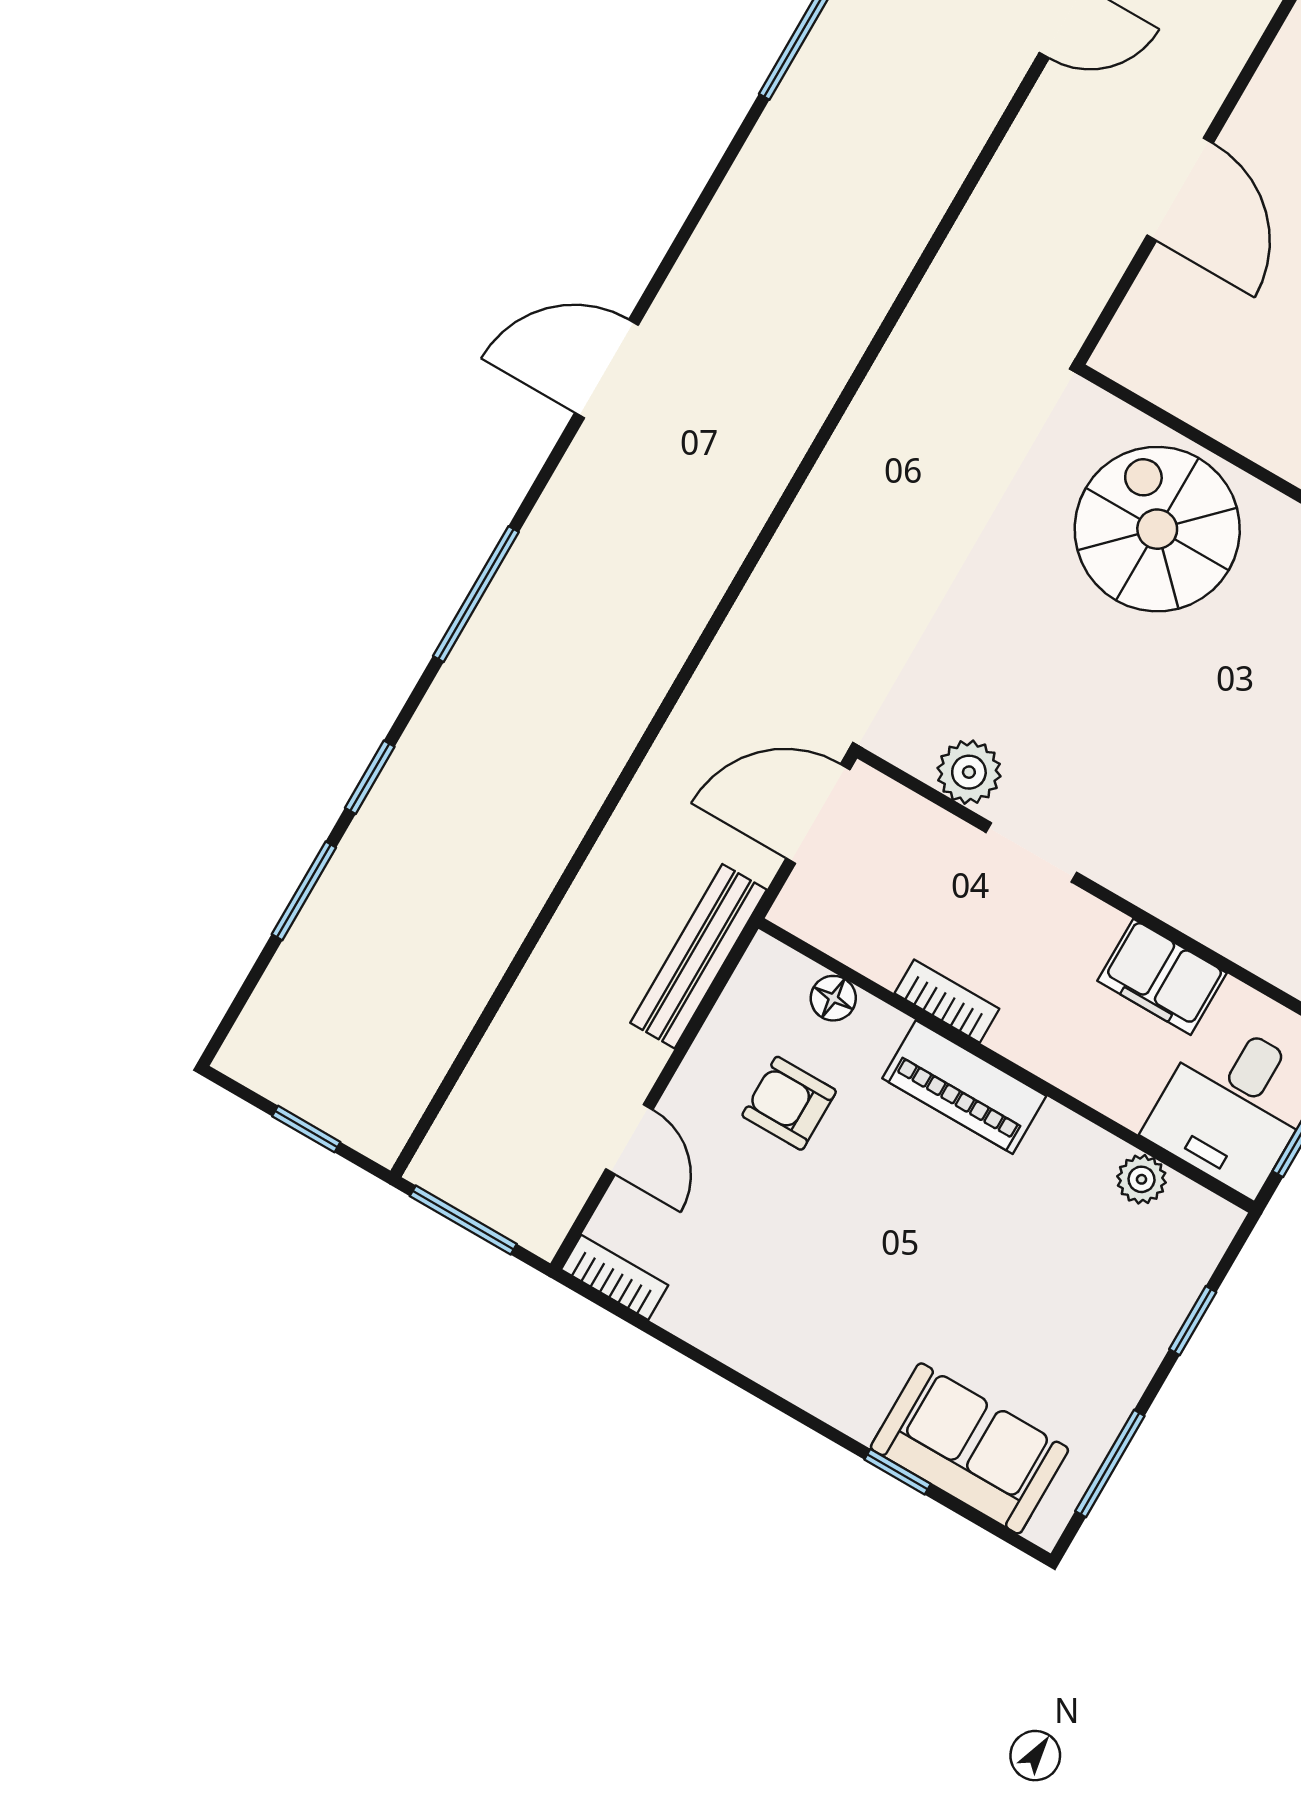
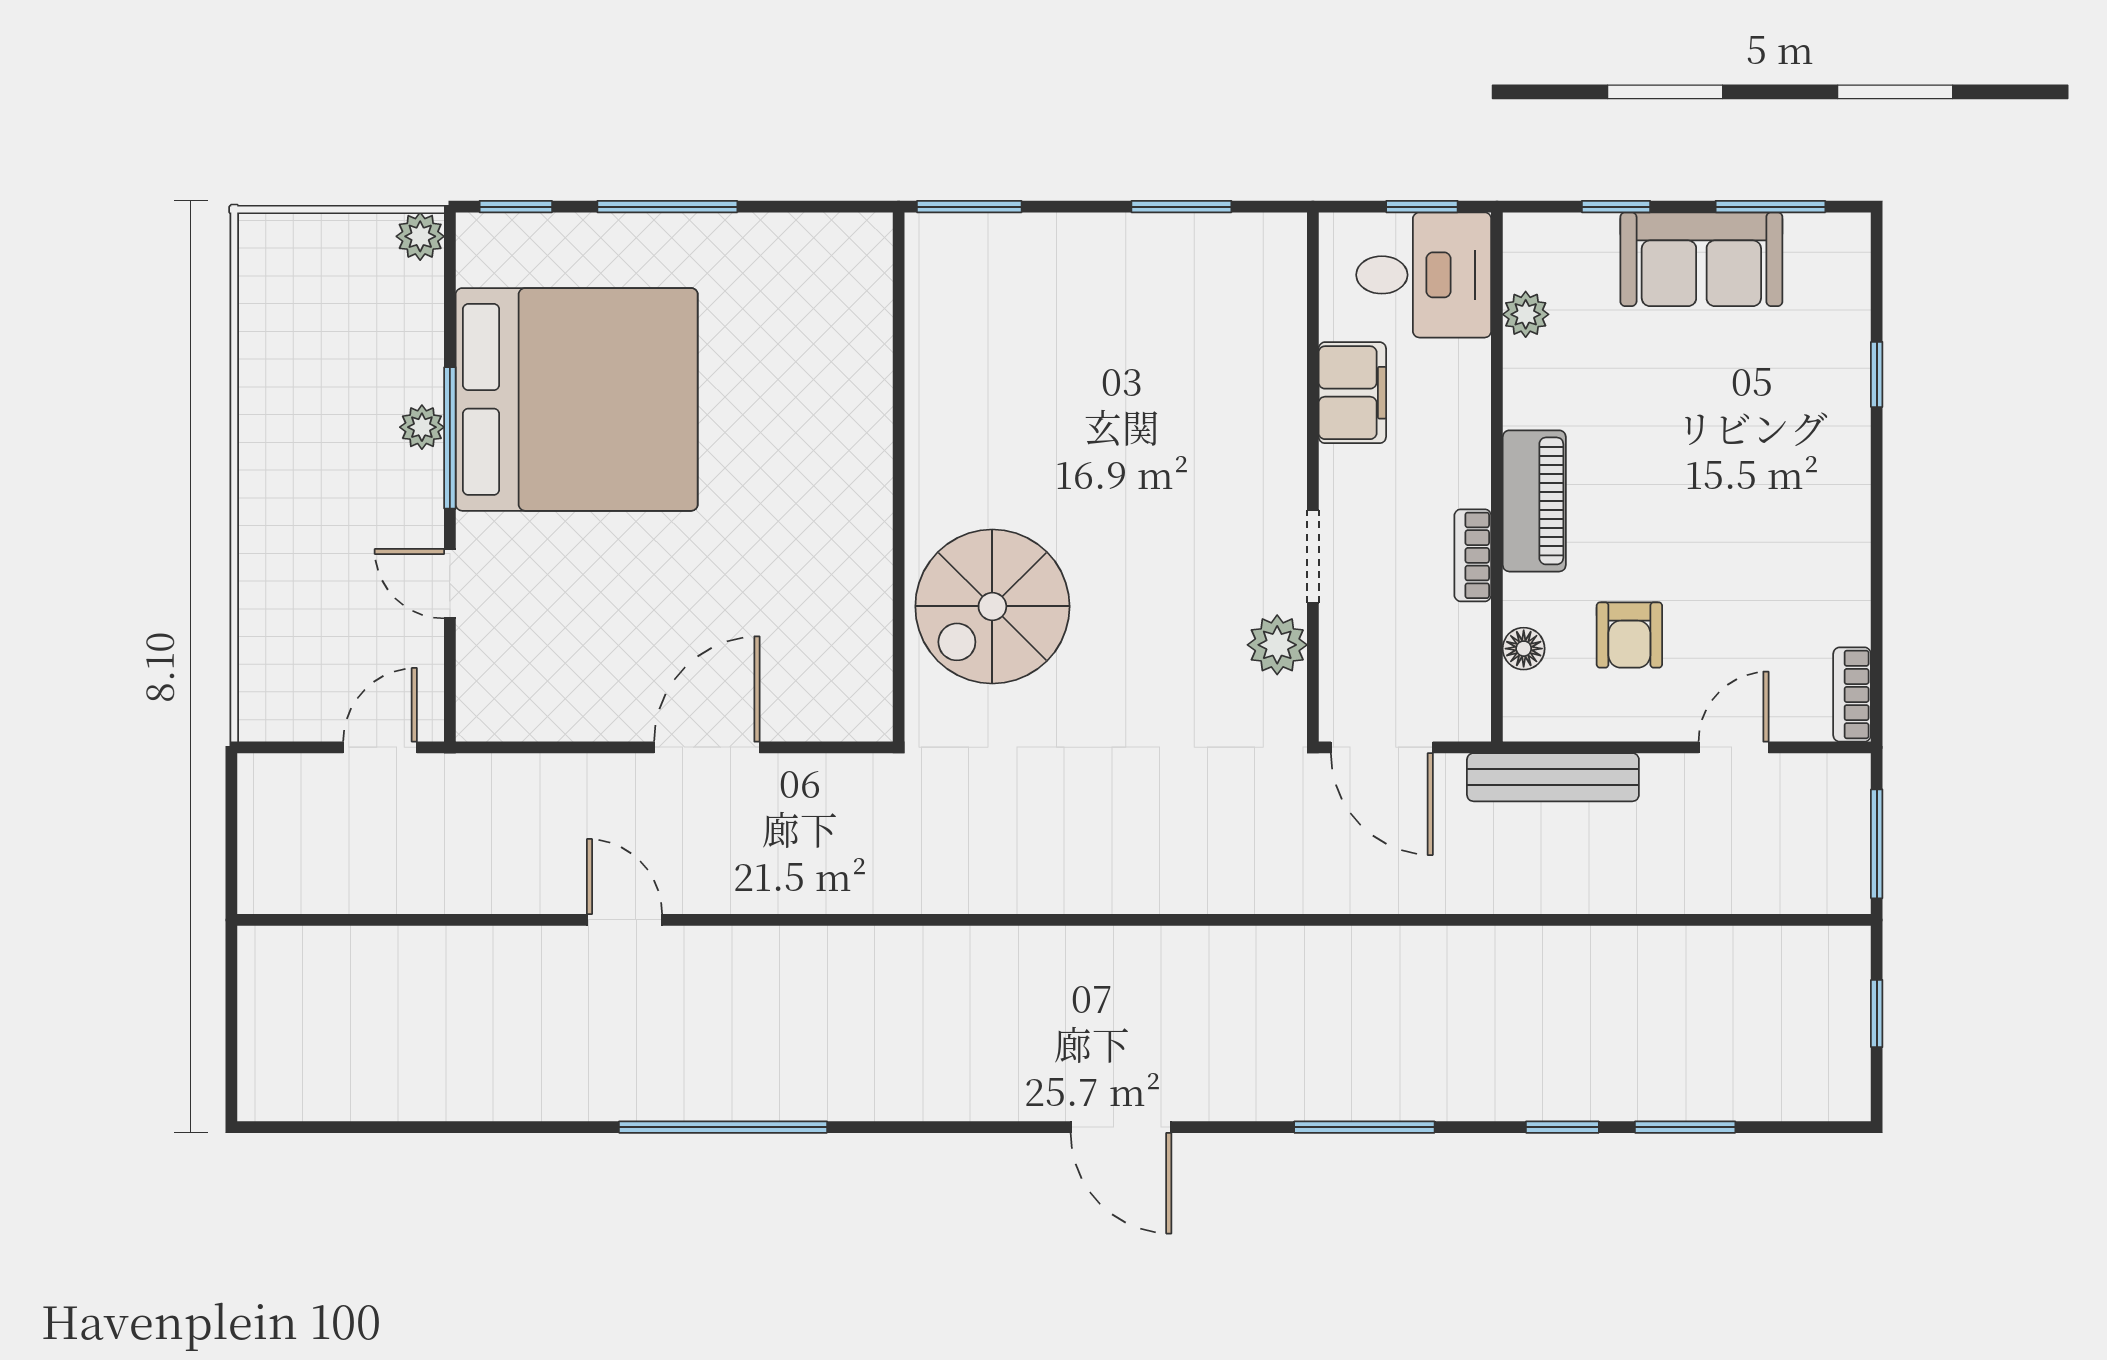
sofa: (969, 1448) -> (1701, 259), moved, turned -90

